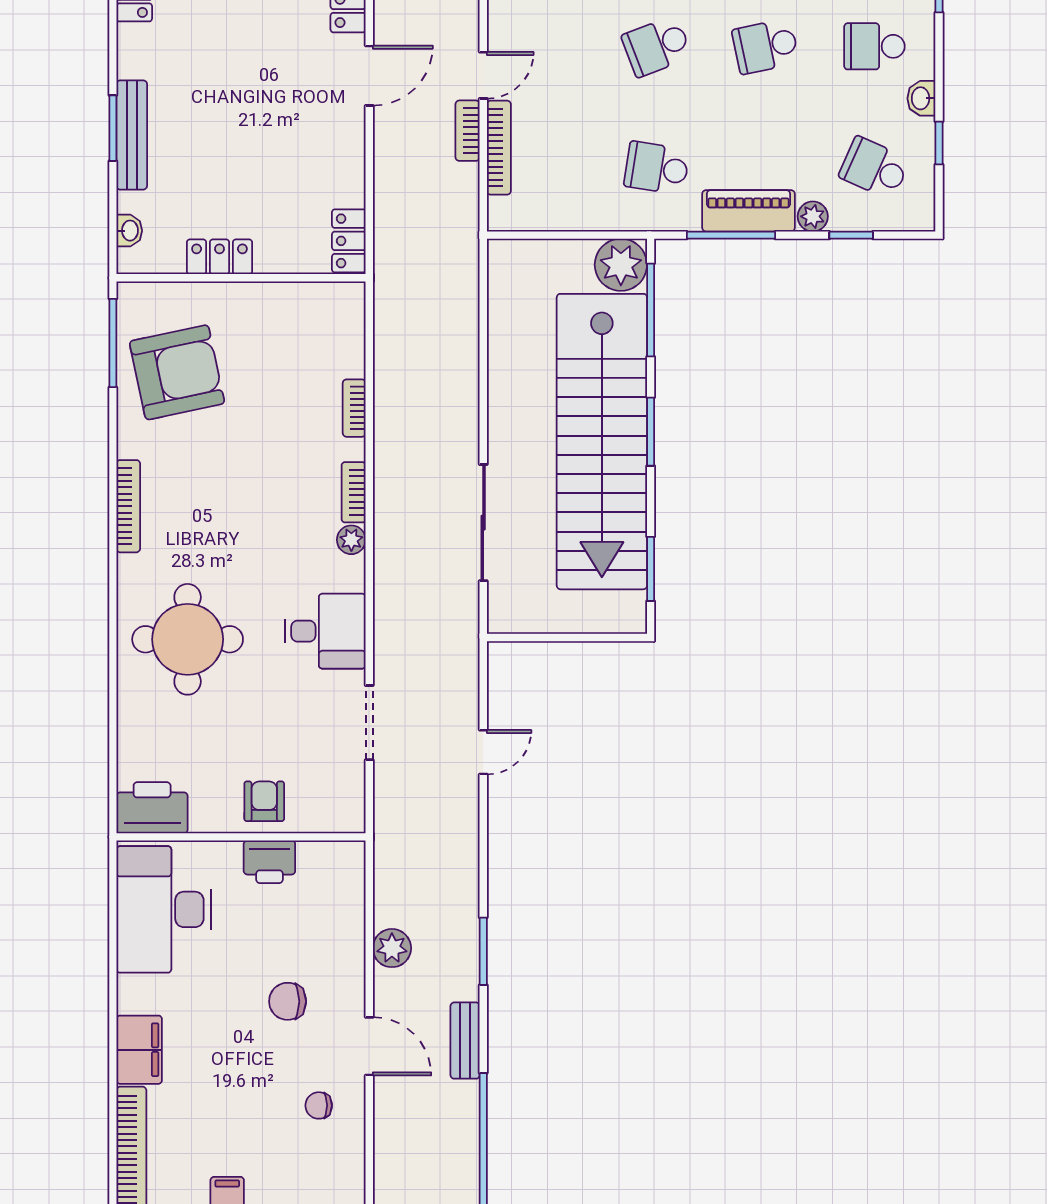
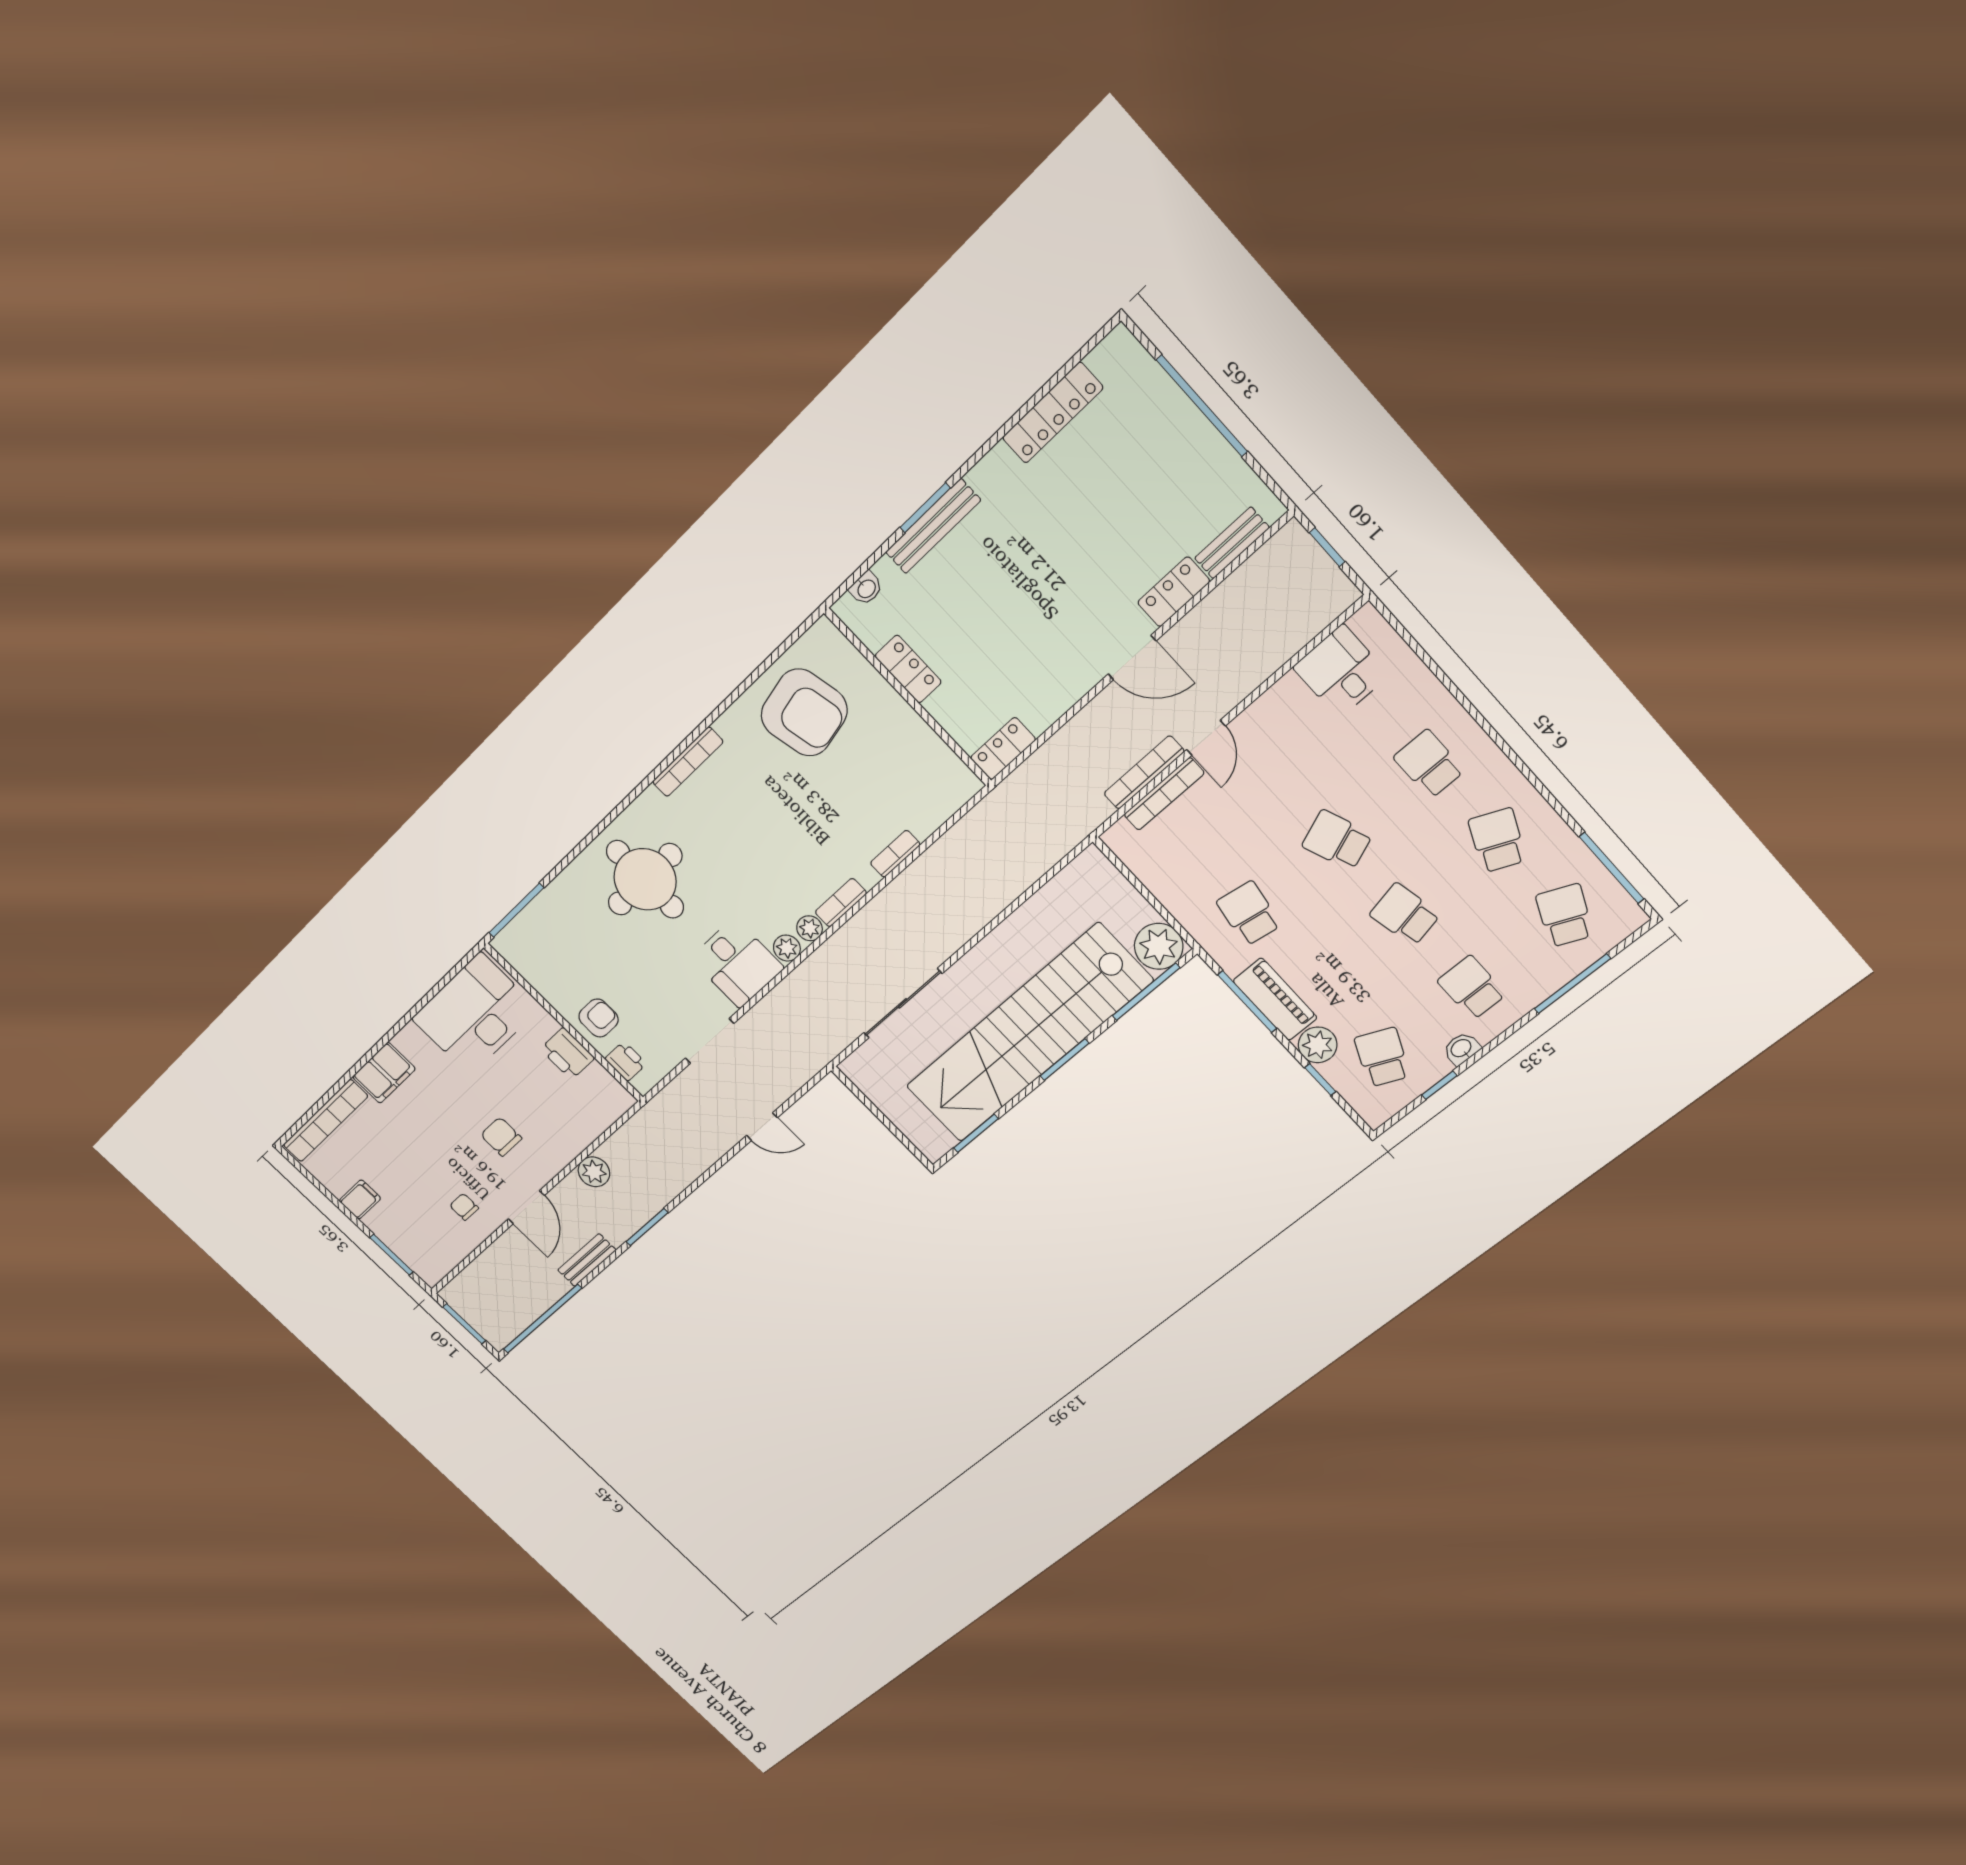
door: (483, 75) -> (1206, 738), hinge flipped
bookcase: (468, 131) -> (1144, 772), width x1.56
plant: (813, 216) -> (1318, 1045), width x1.38, depth x1.38
window: (113, 343) -> (516, 910), moved
plant: (351, 576) -> (787, 948), added
printer: (152, 808) -> (626, 1061), moved, width x0.53, depth x0.68

